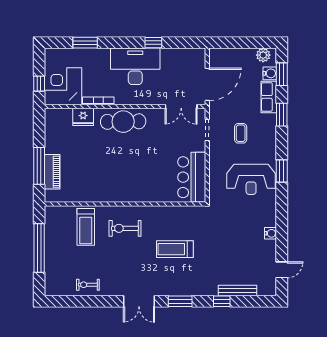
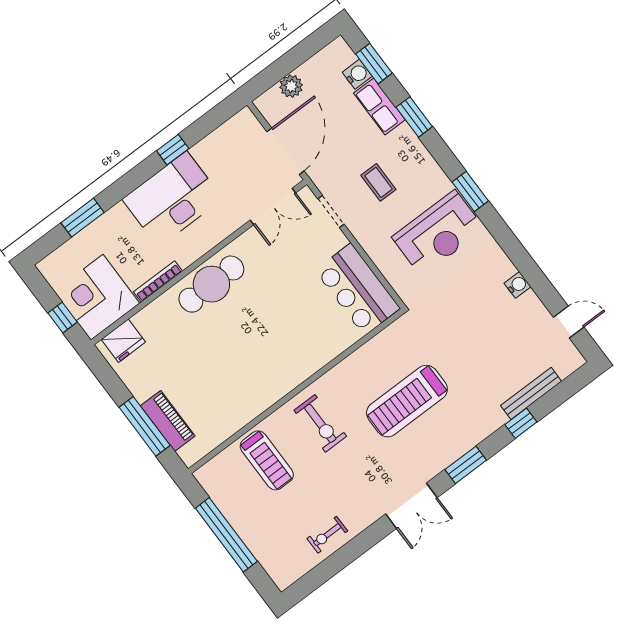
plant: (263, 55) -> (291, 86), moved
fridge: (83, 117) -> (123, 341), moved
exercise bike: (125, 228) -> (320, 423), turned -90
treadmill: (175, 249) -> (407, 401), width x1.37, depth x1.38
door: (282, 270) -> (569, 322), hinge flipped

